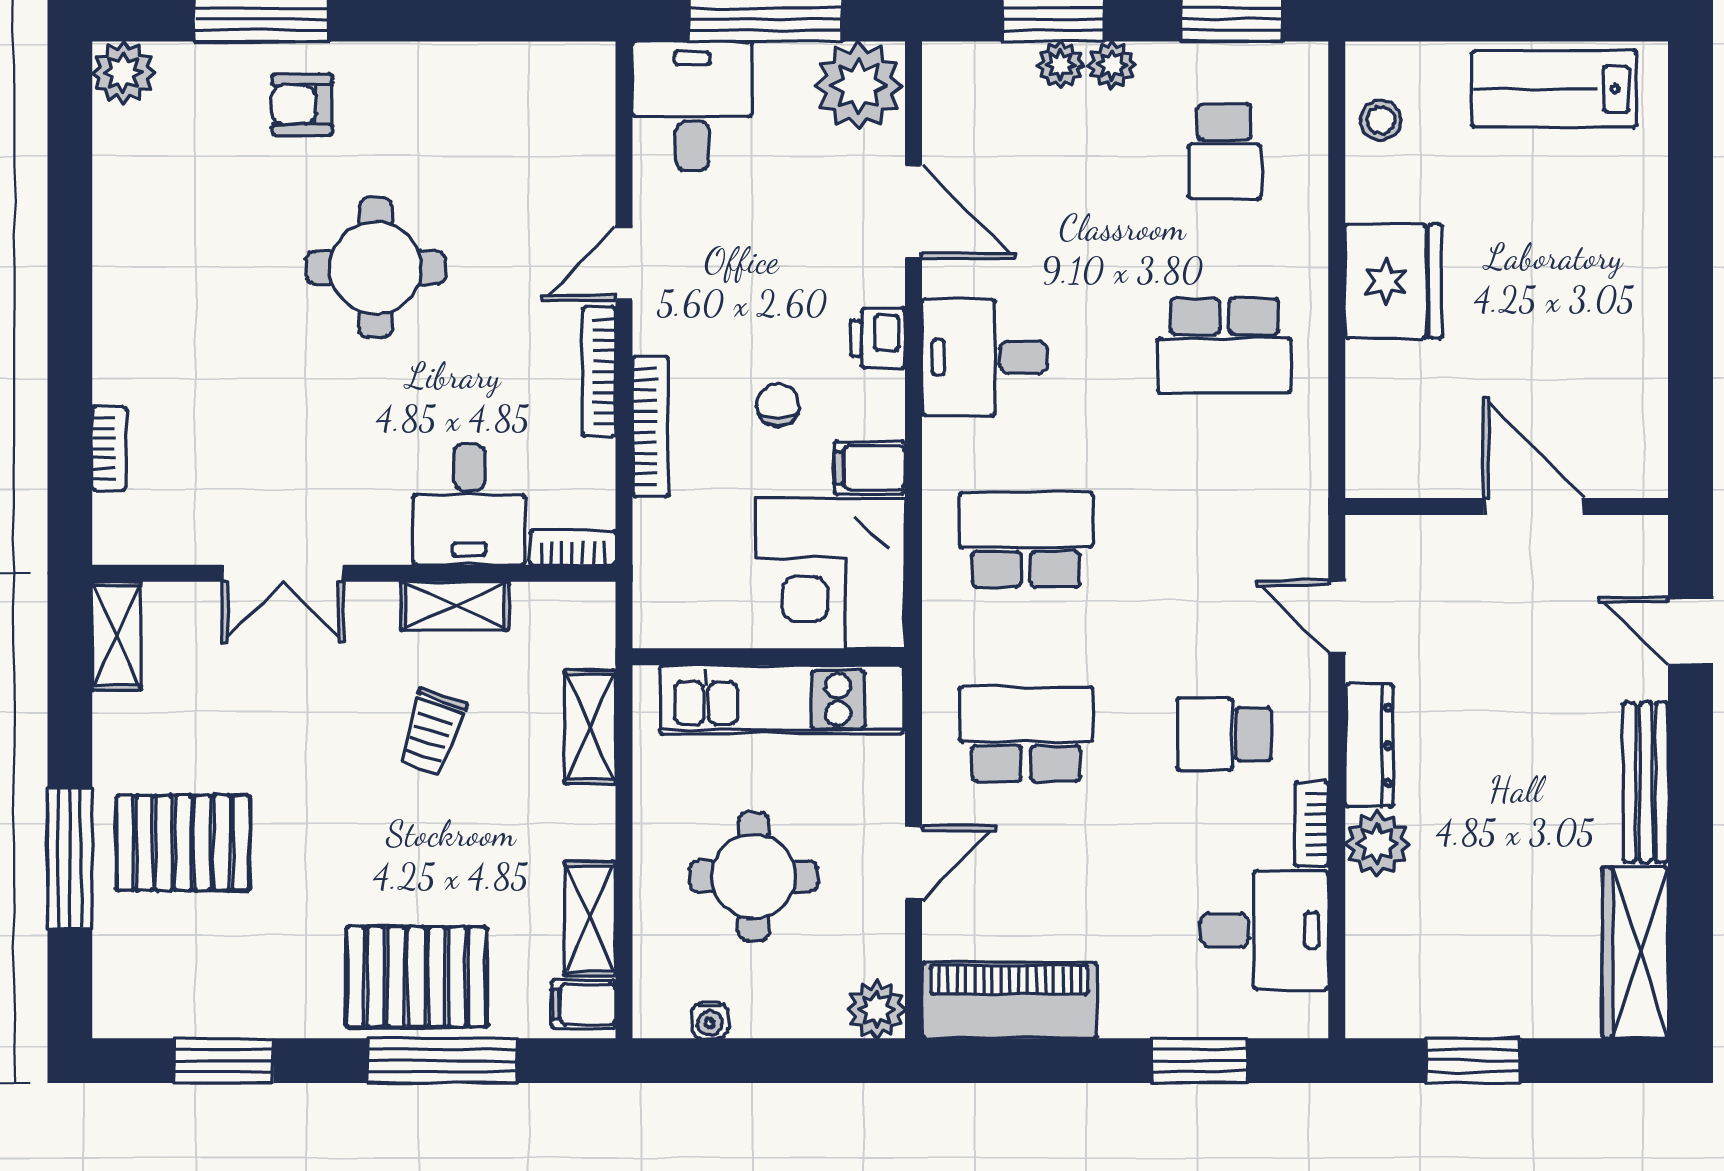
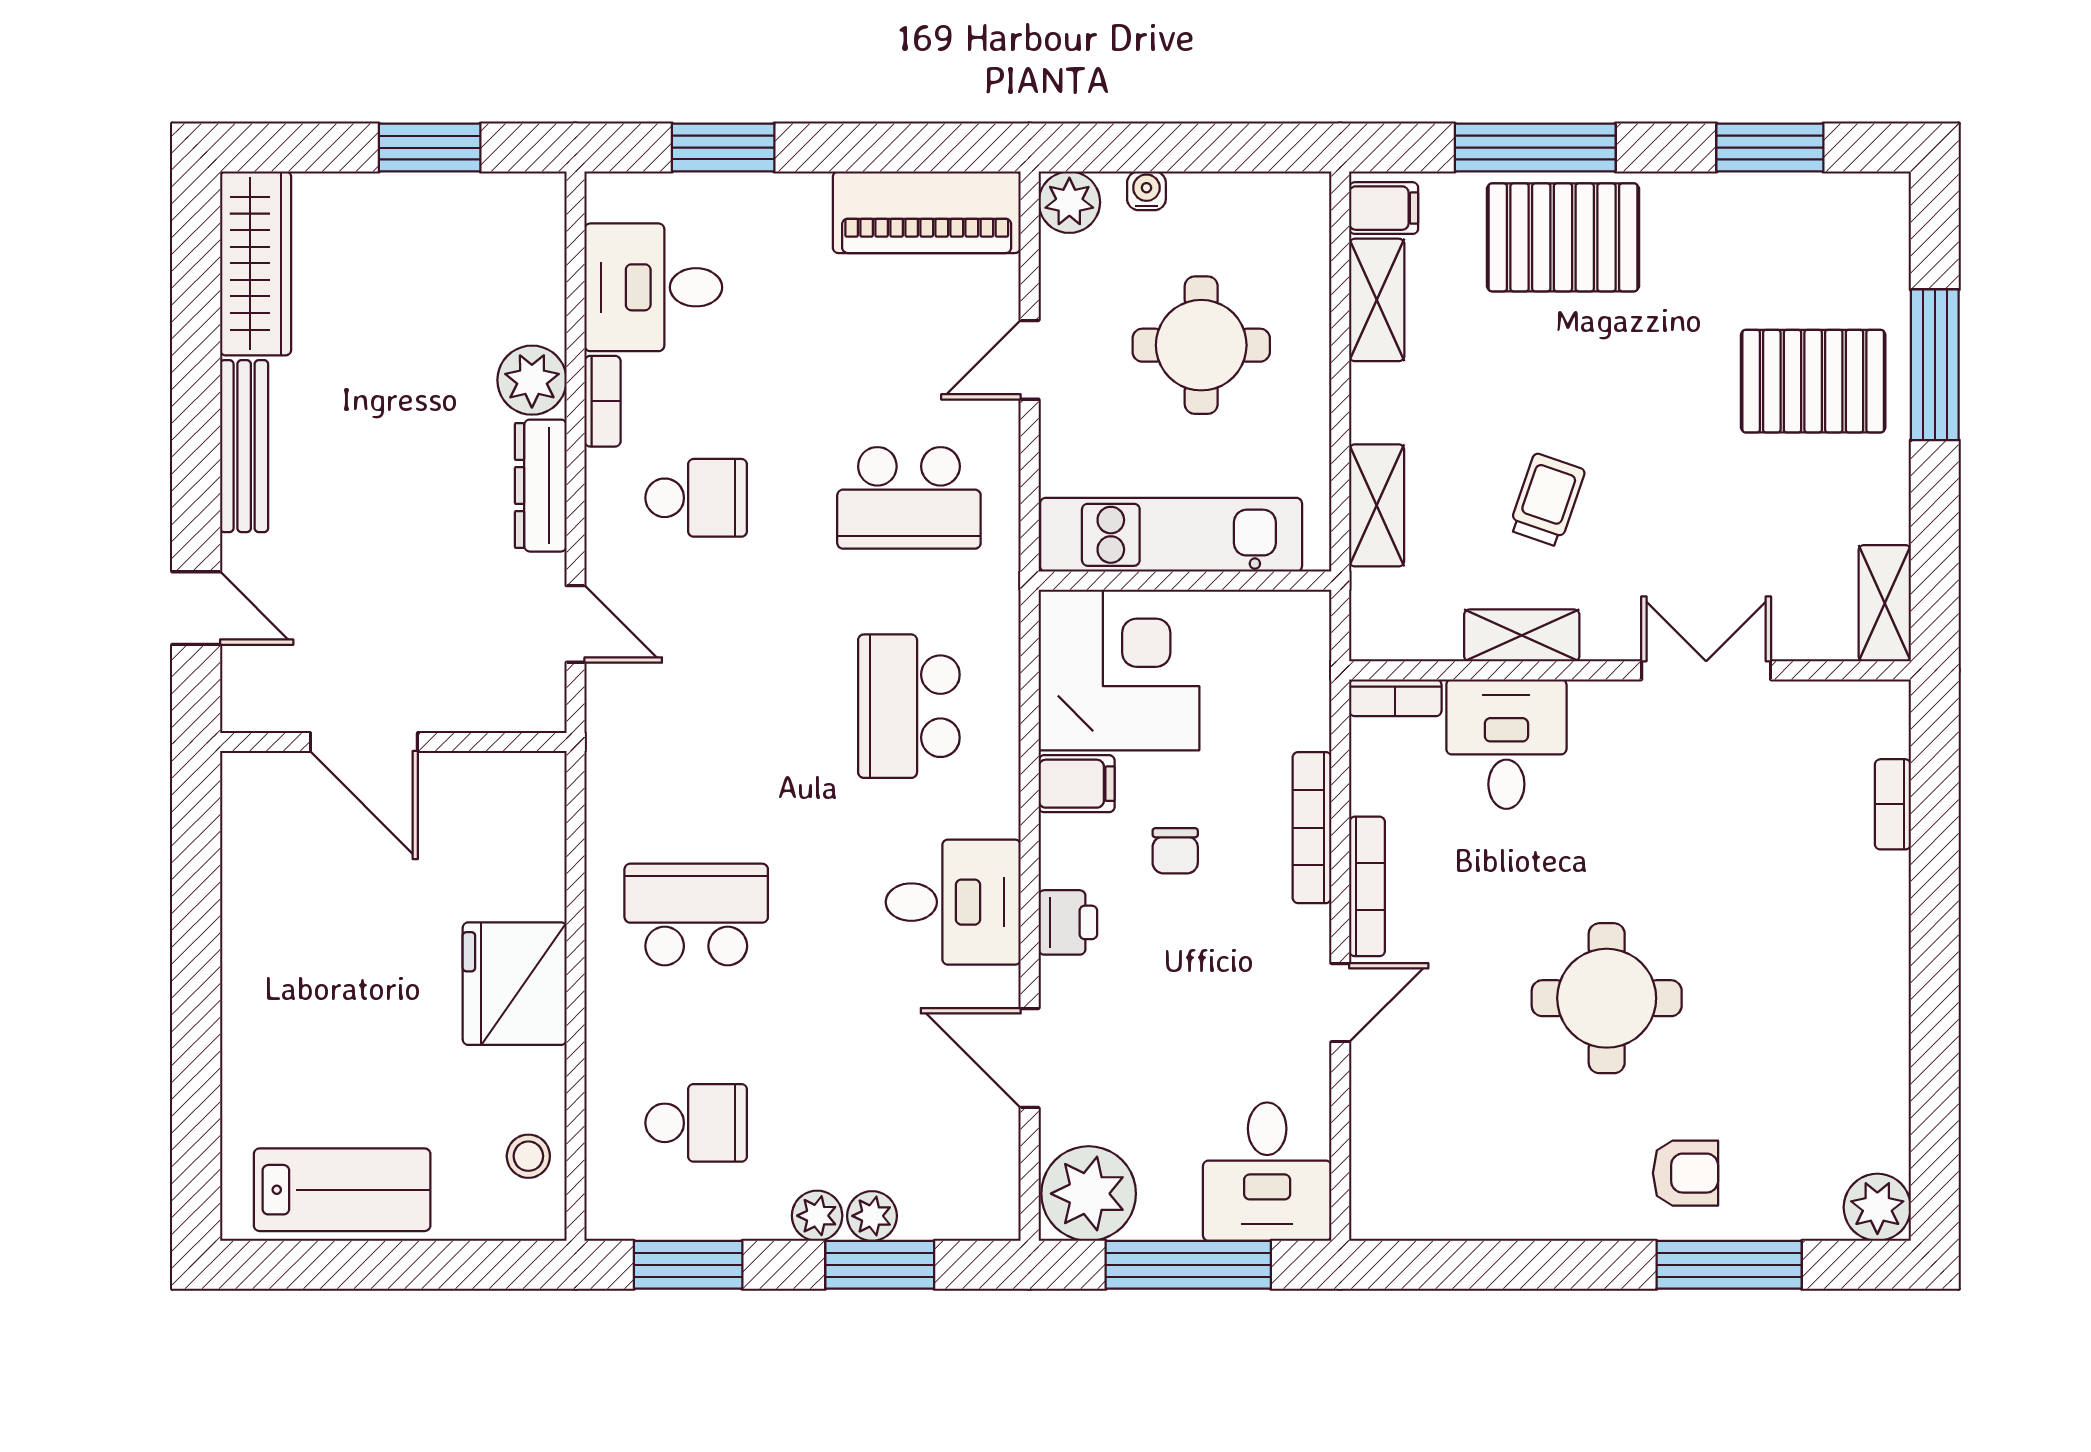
school desk: (1224, 151) -> (696, 1123), turned 90
school desk: (1026, 540) -> (909, 706), turned 90
water cooler: (710, 1020) -> (1146, 191), moved

